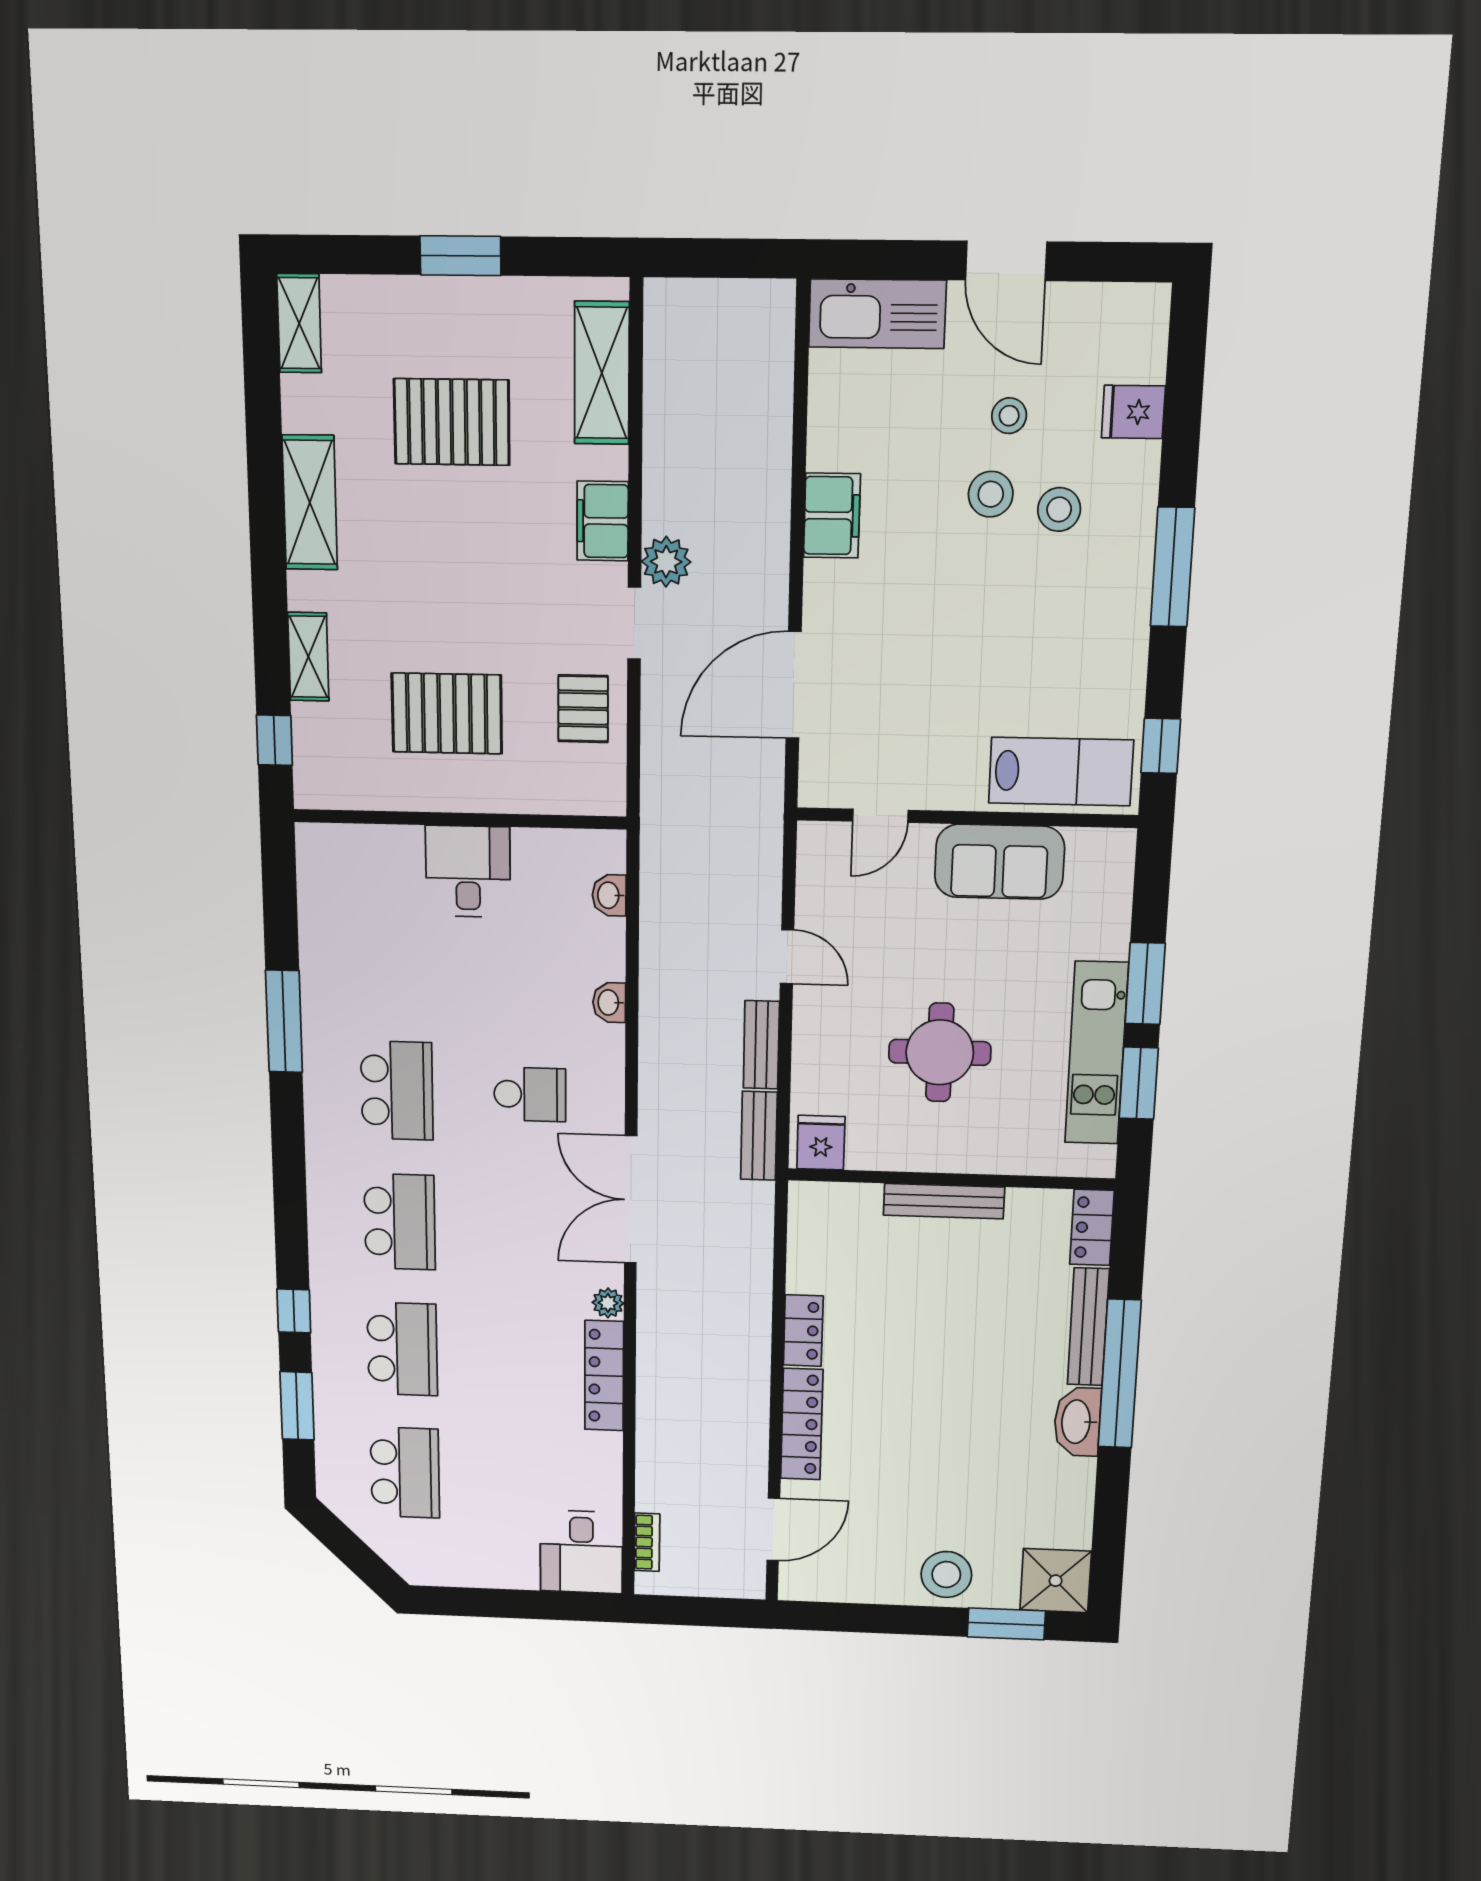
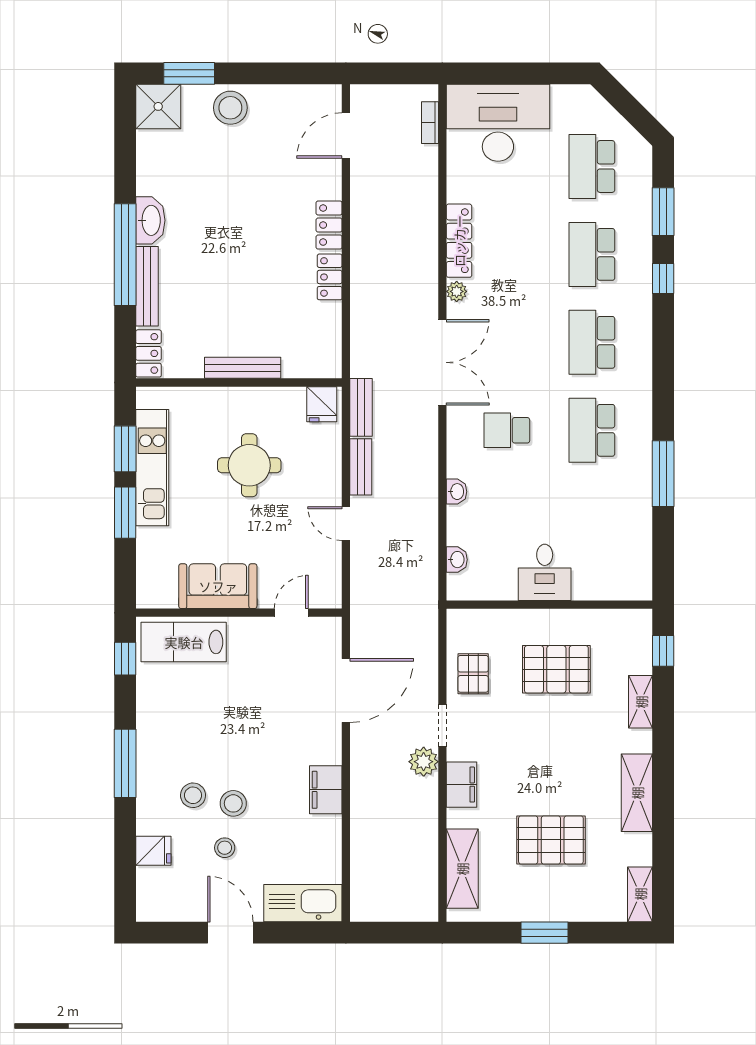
locker: (802, 1424) -> (329, 225), width x0.66
desk: (581, 1552) -> (498, 123), width x1.87, depth x1.30

